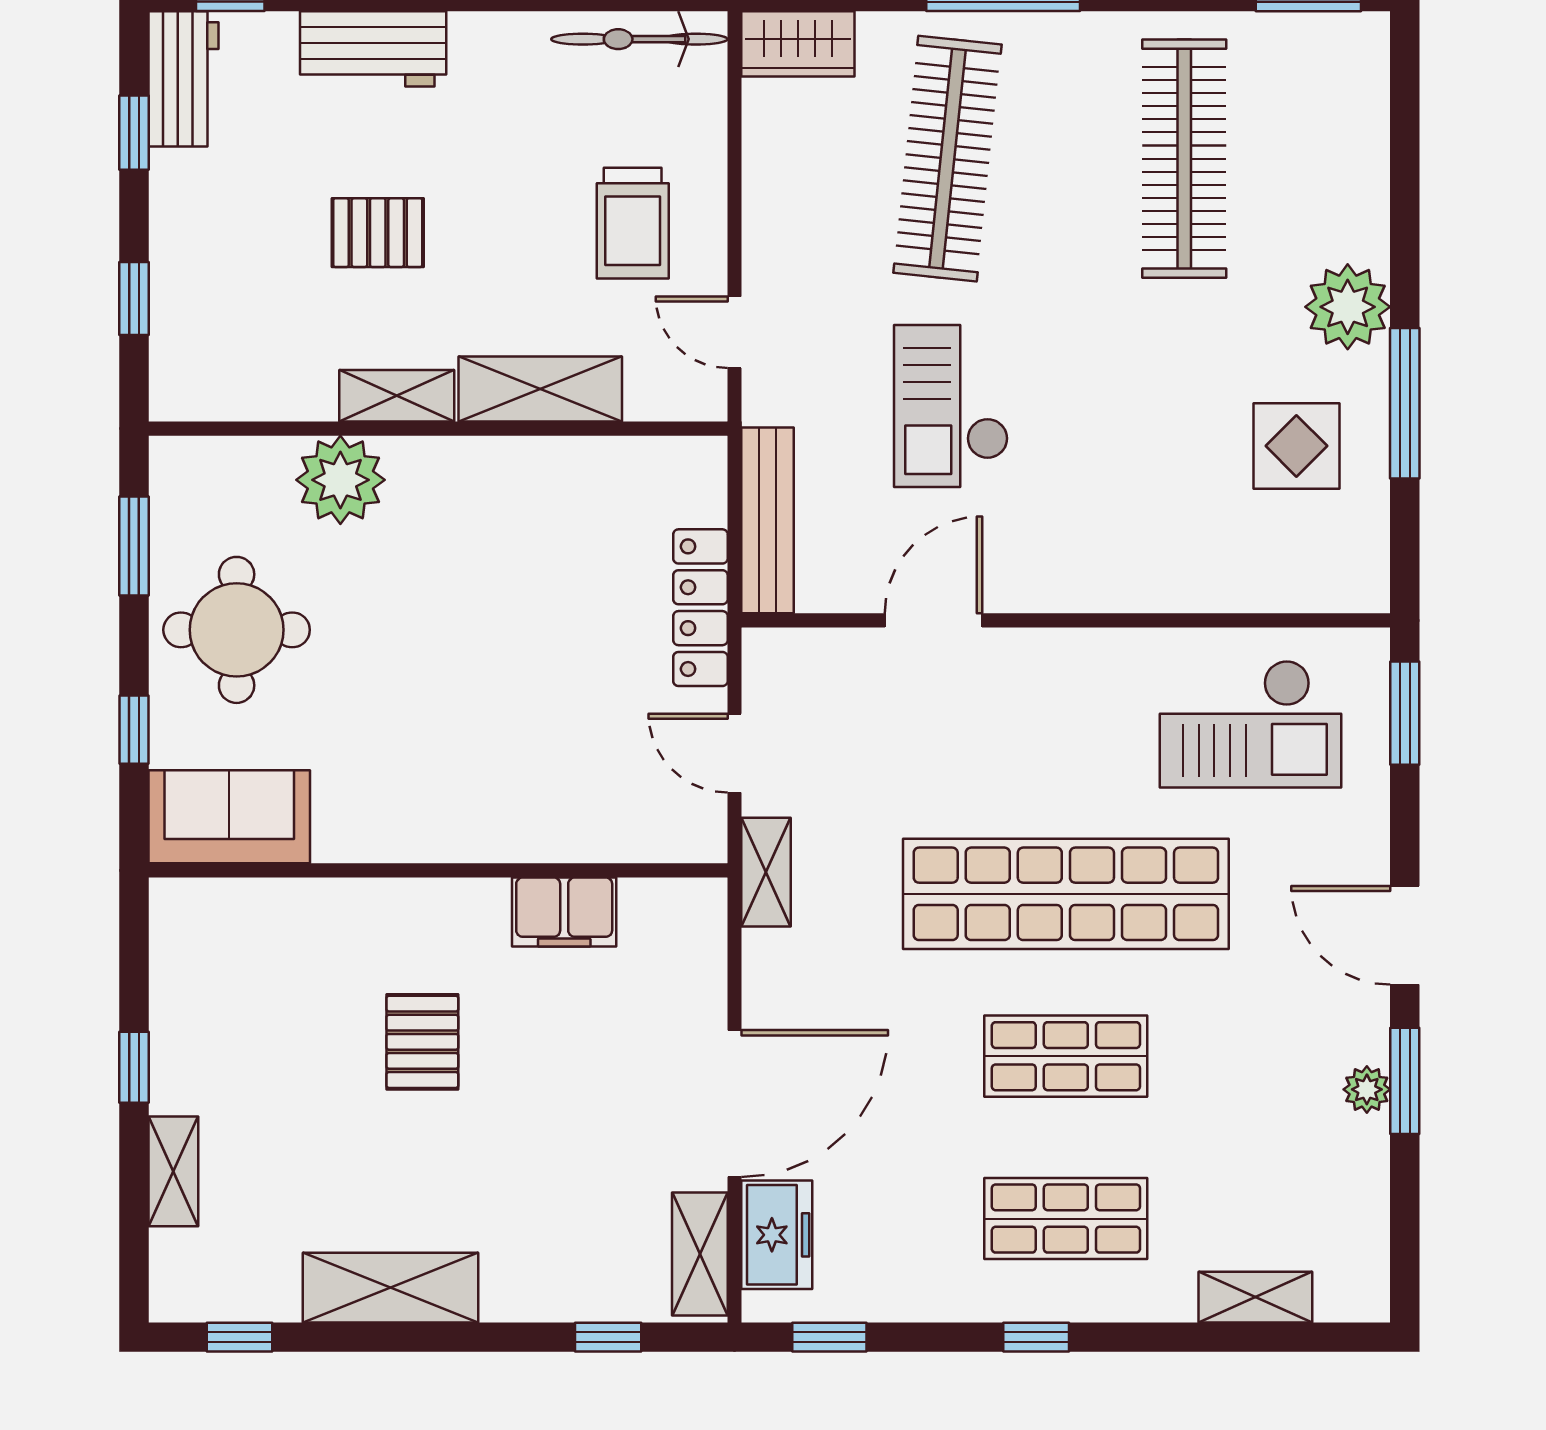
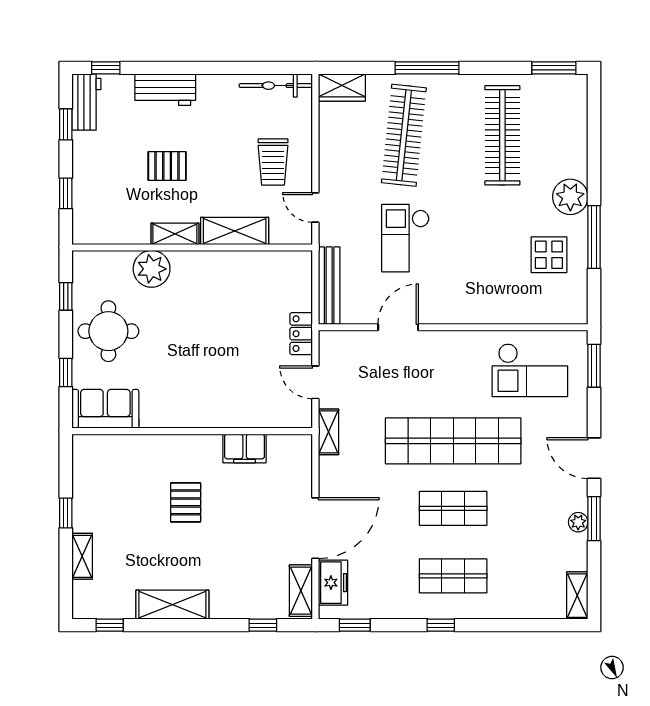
window: (134, 546) -> (66, 296), width x0.67
locker: (700, 608) -> (301, 334), width x0.66
shelving: (1255, 1297) -> (577, 596), moved, turned 90

